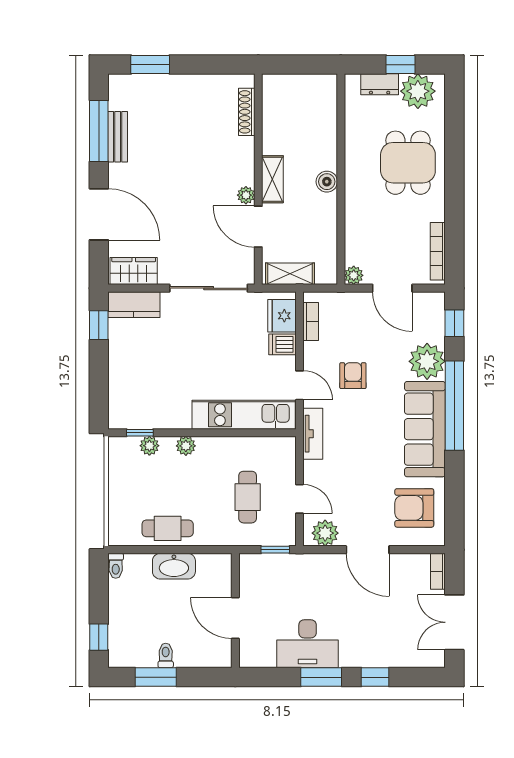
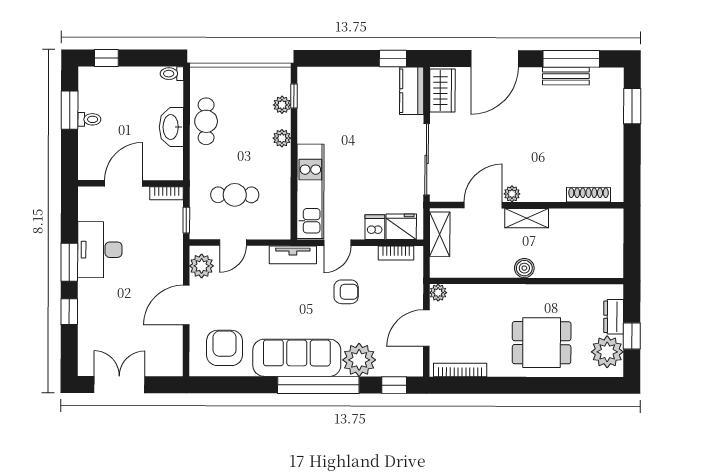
bookcase: (438, 571) -> (167, 193), moved, turned 180

